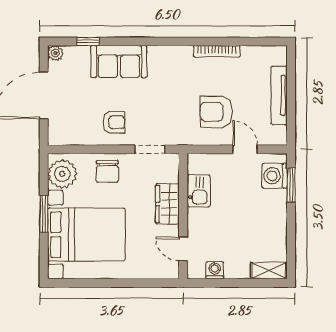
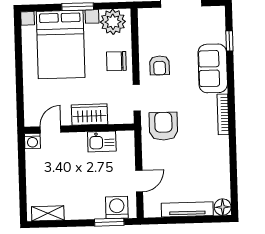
bookcase: (217, 51) -> (223, 114), moved
plant: (55, 53) -> (218, 13), removed
floor lamp: (278, 55) -> (223, 207), added
armchair: (216, 112) -> (163, 126), moved
washing machine: (215, 270) -> (32, 141), moved, turned 90
shelving: (269, 271) -> (48, 213), moved, turned 90

